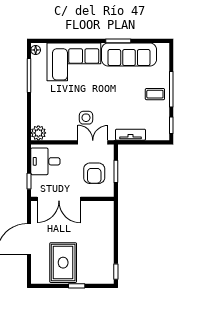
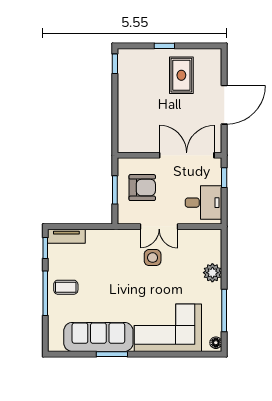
plant: (38, 133) -> (212, 273), moved
tv unit: (131, 135) -> (66, 236), moved
double door: (93, 142) -> (159, 227), moved
armchair: (94, 173) -> (142, 188), turned 90
rug: (63, 263) -> (181, 75), width x0.73, depth x0.70

